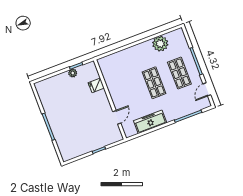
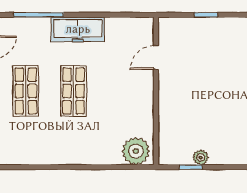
plant: (160, 44) -> (136, 151), moved
fridge: (96, 85) -> (170, 123), removed
freezer: (150, 122) -> (78, 29), moved

